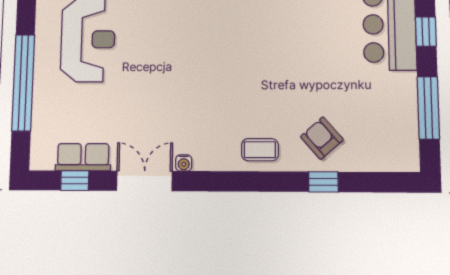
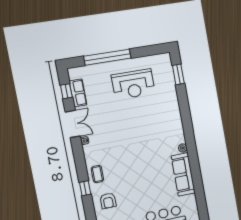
armchair: (322, 138) -> (108, 201), turned 131
window: (323, 182) -> (85, 188), moved

